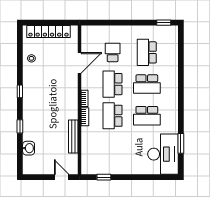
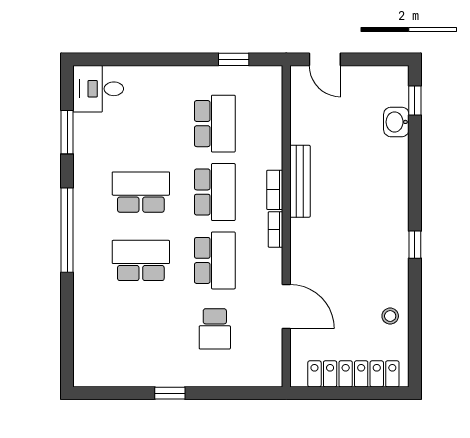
window: (164, 23) -> (170, 393), moved
school desk: (147, 52) -> (215, 124), moved
door: (80, 63) -> (286, 306), swing flipped
window: (181, 98) -> (67, 230), added
window: (20, 126) -> (415, 101), moved
bench: (73, 137) -> (300, 181), moved
desk: (163, 154) -> (98, 89), width x0.53, depth x0.77

